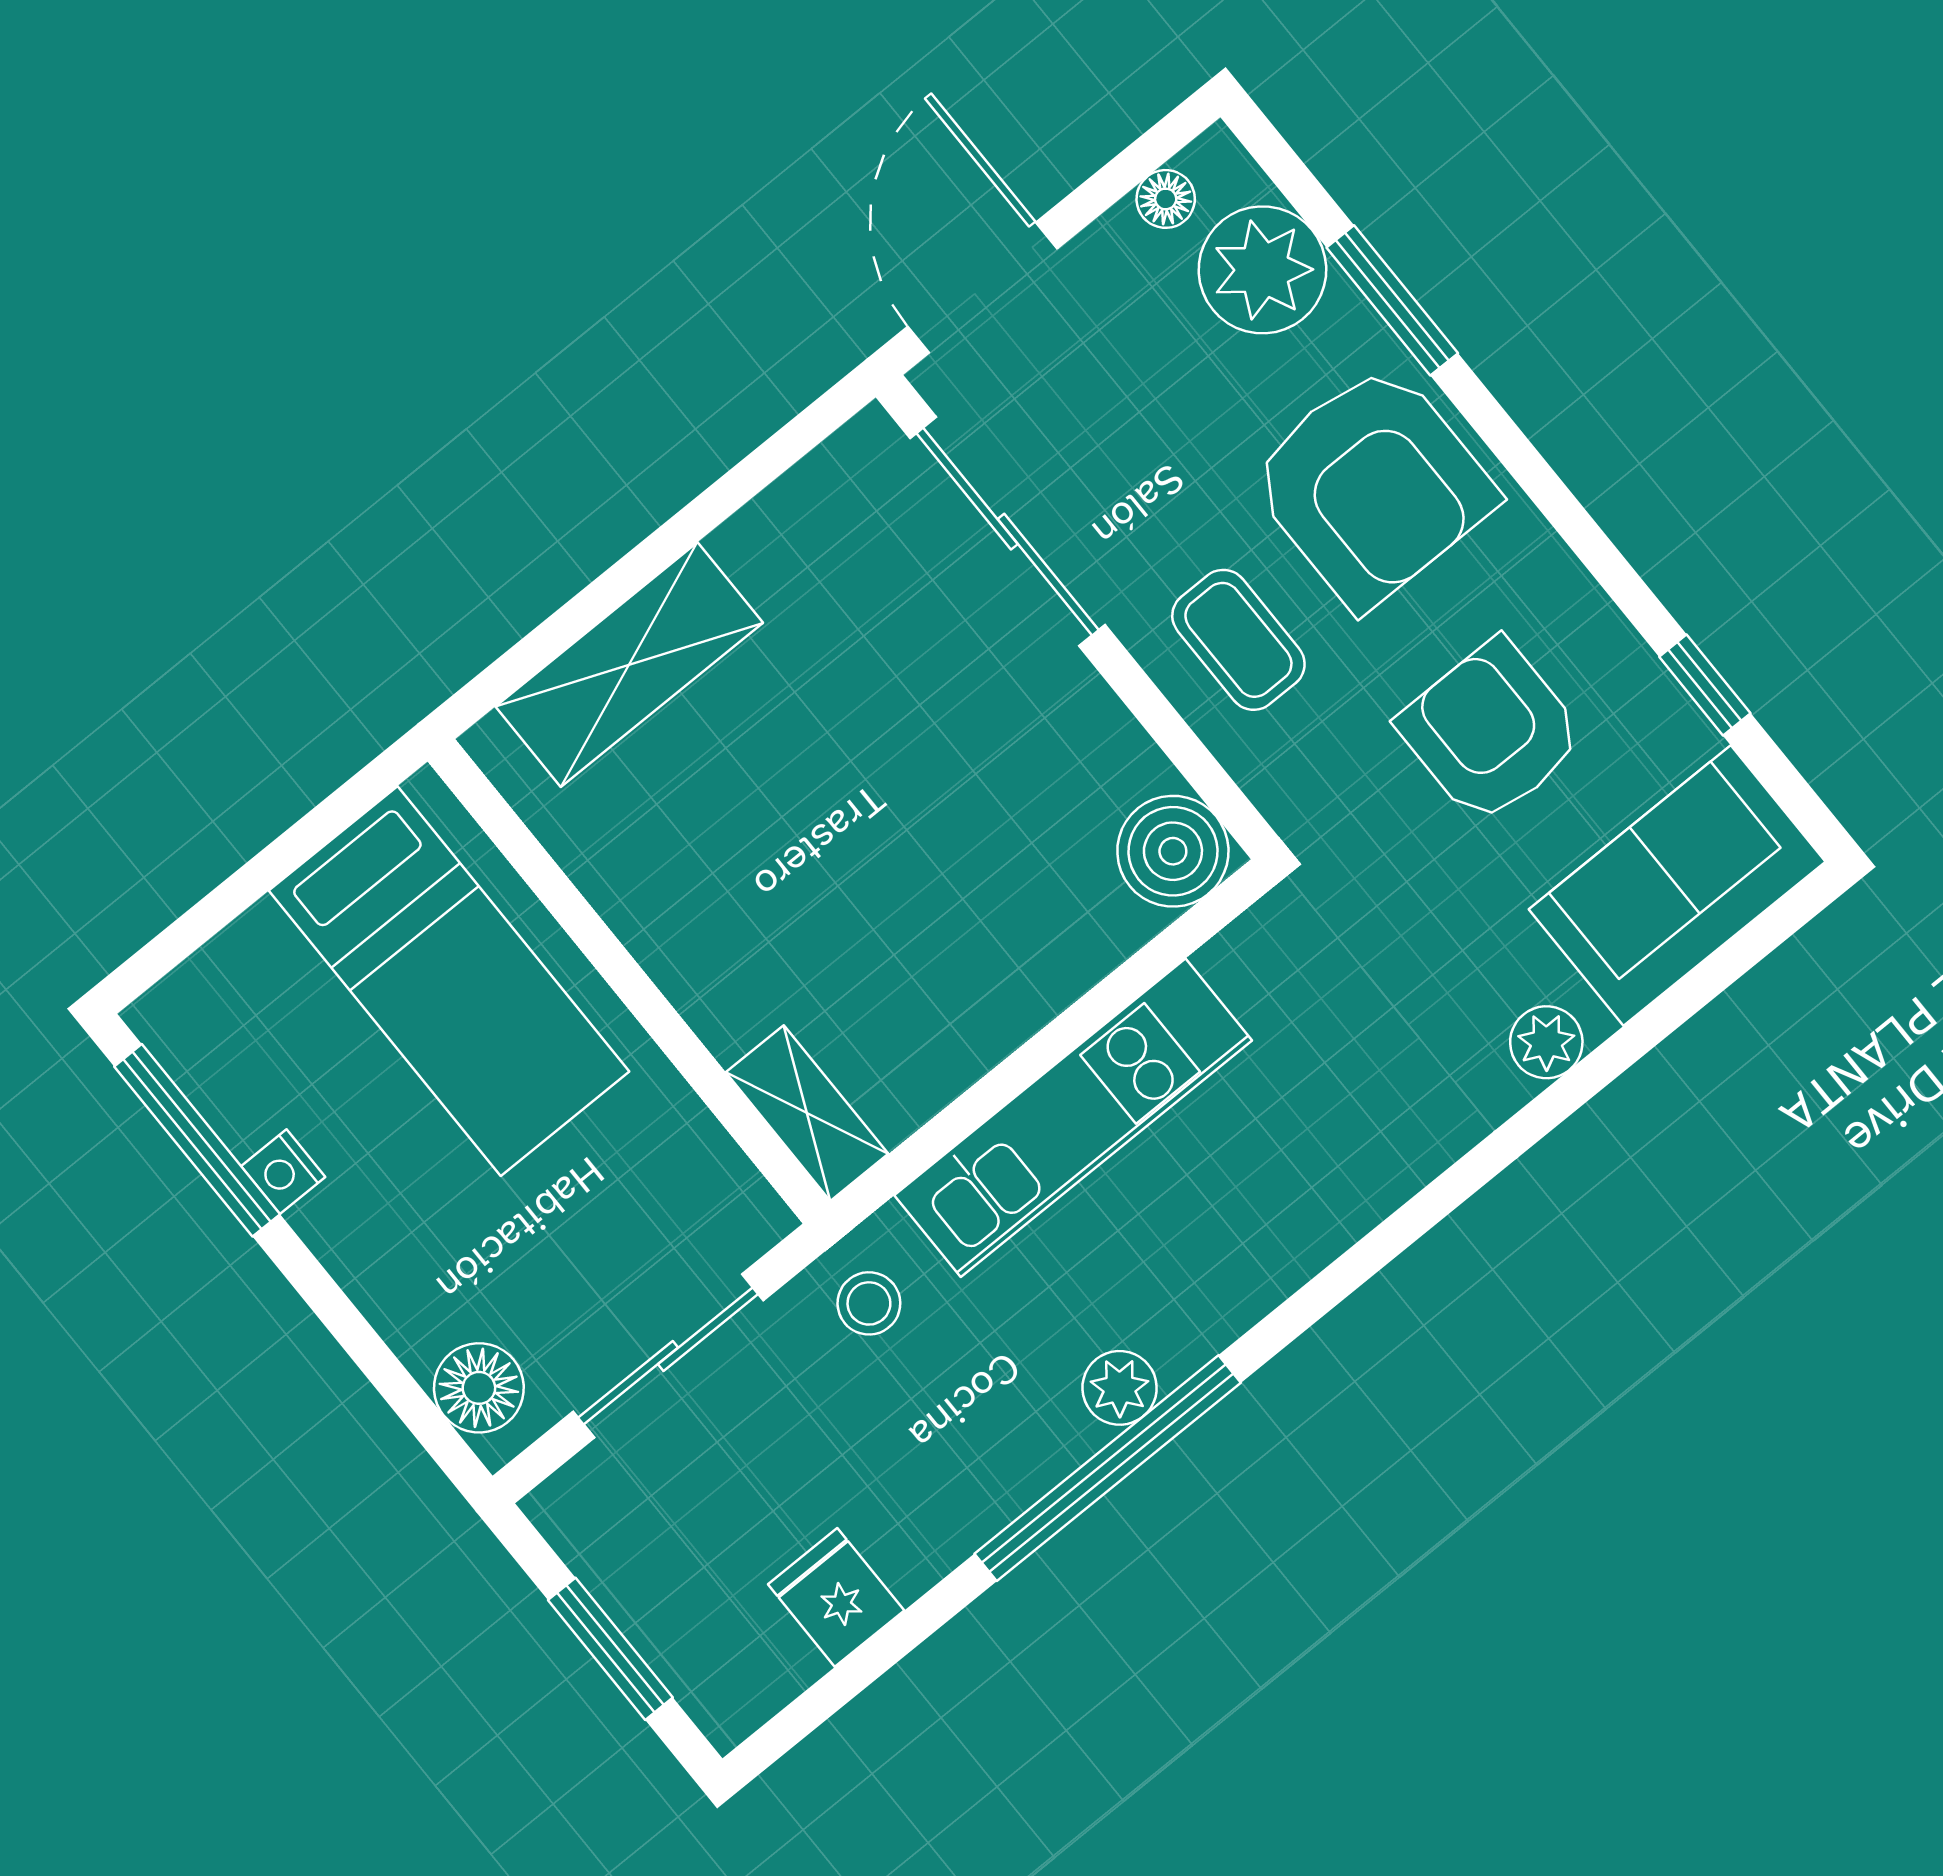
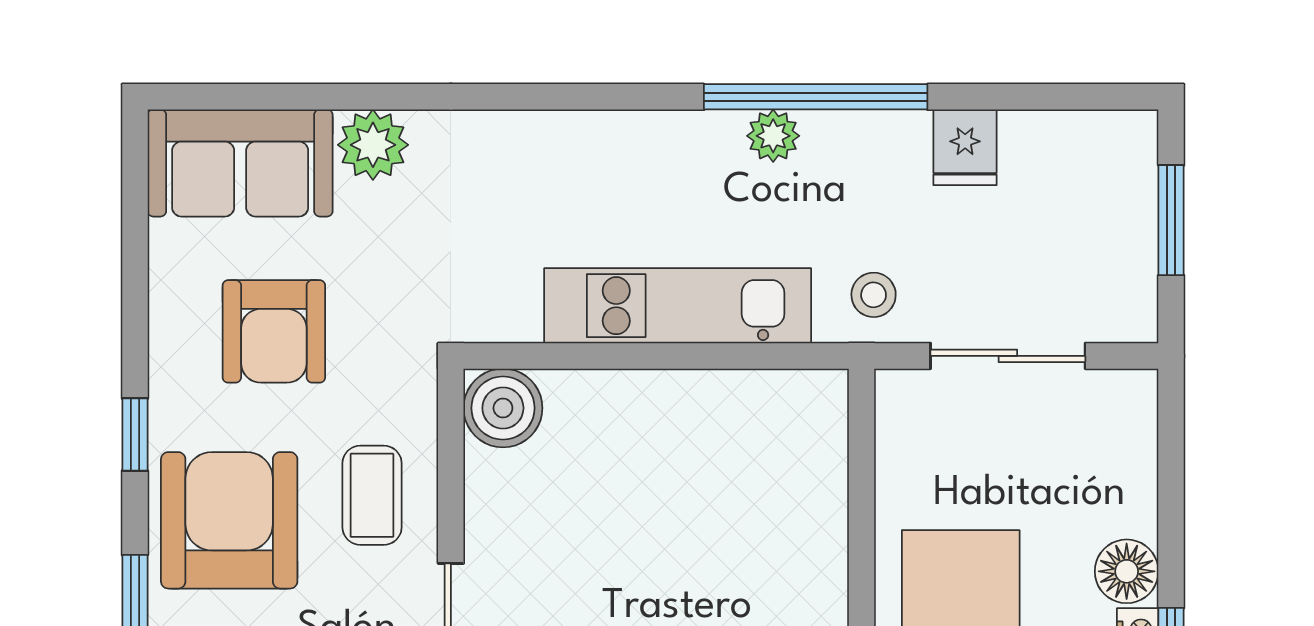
window: (1705, 685) -> (135, 434), moved
plant: (1546, 1042) -> (373, 145), width x1.38, depth x1.38
shelving: (807, 1113) -> (822, 428), removed
floor lamp: (479, 1388) -> (1127, 571), moved
fridge: (836, 1597) -> (965, 147), moved

